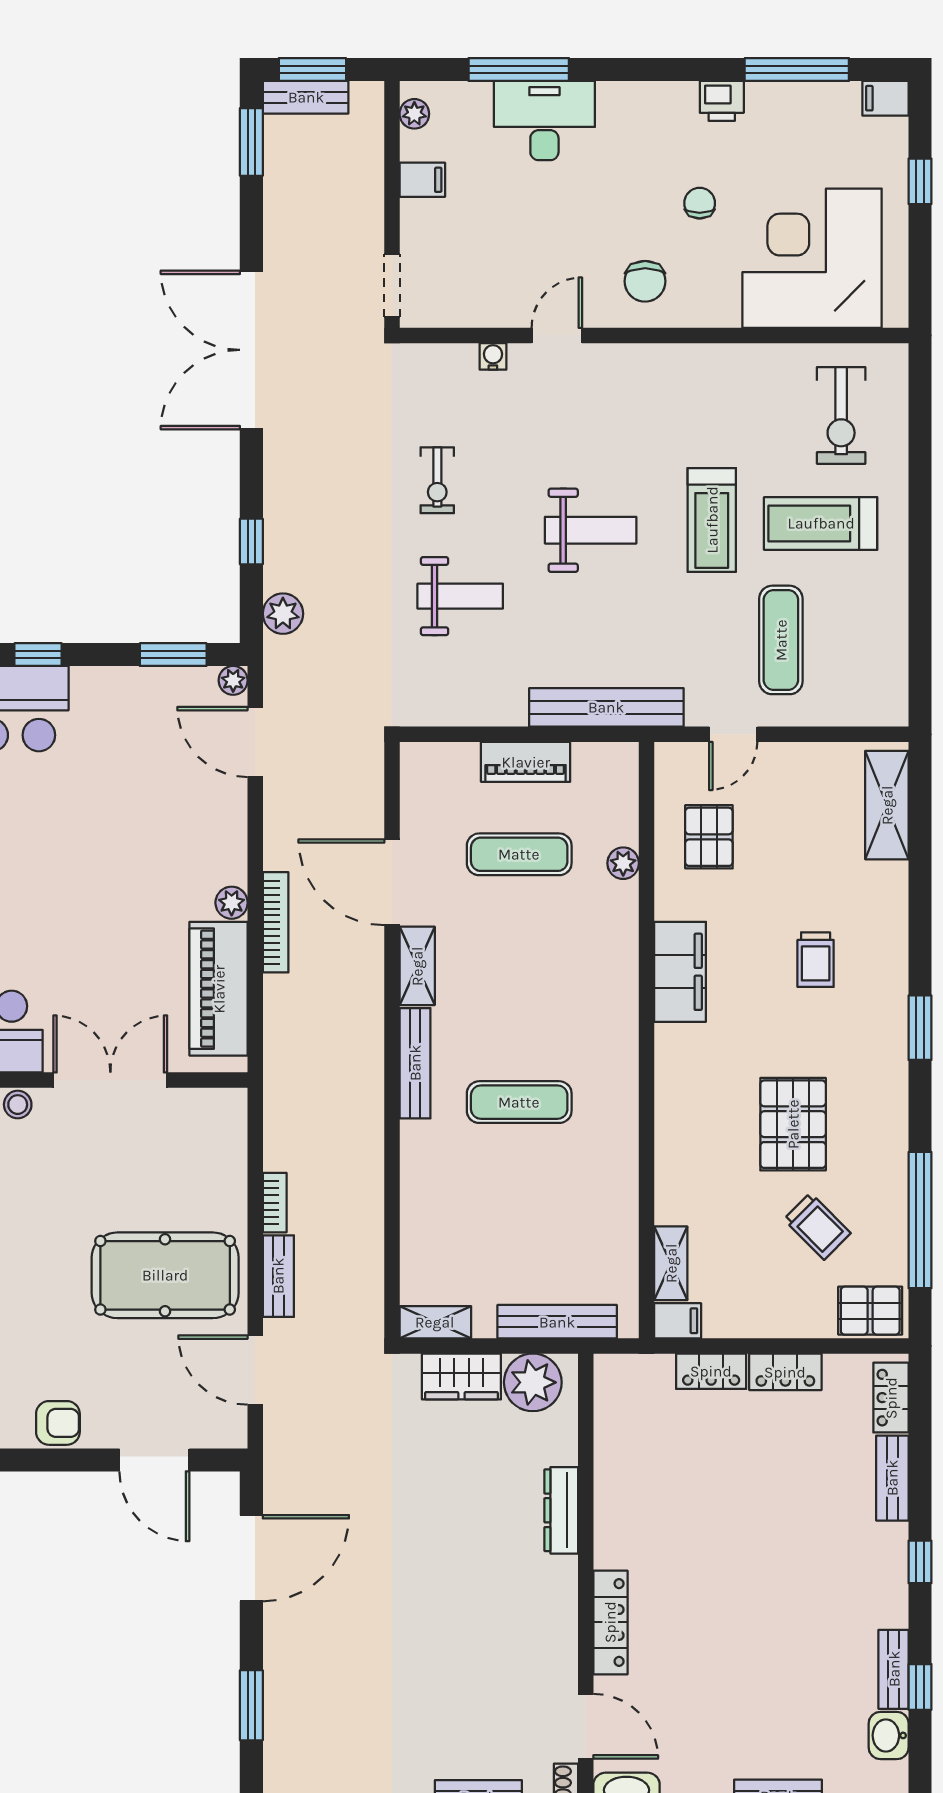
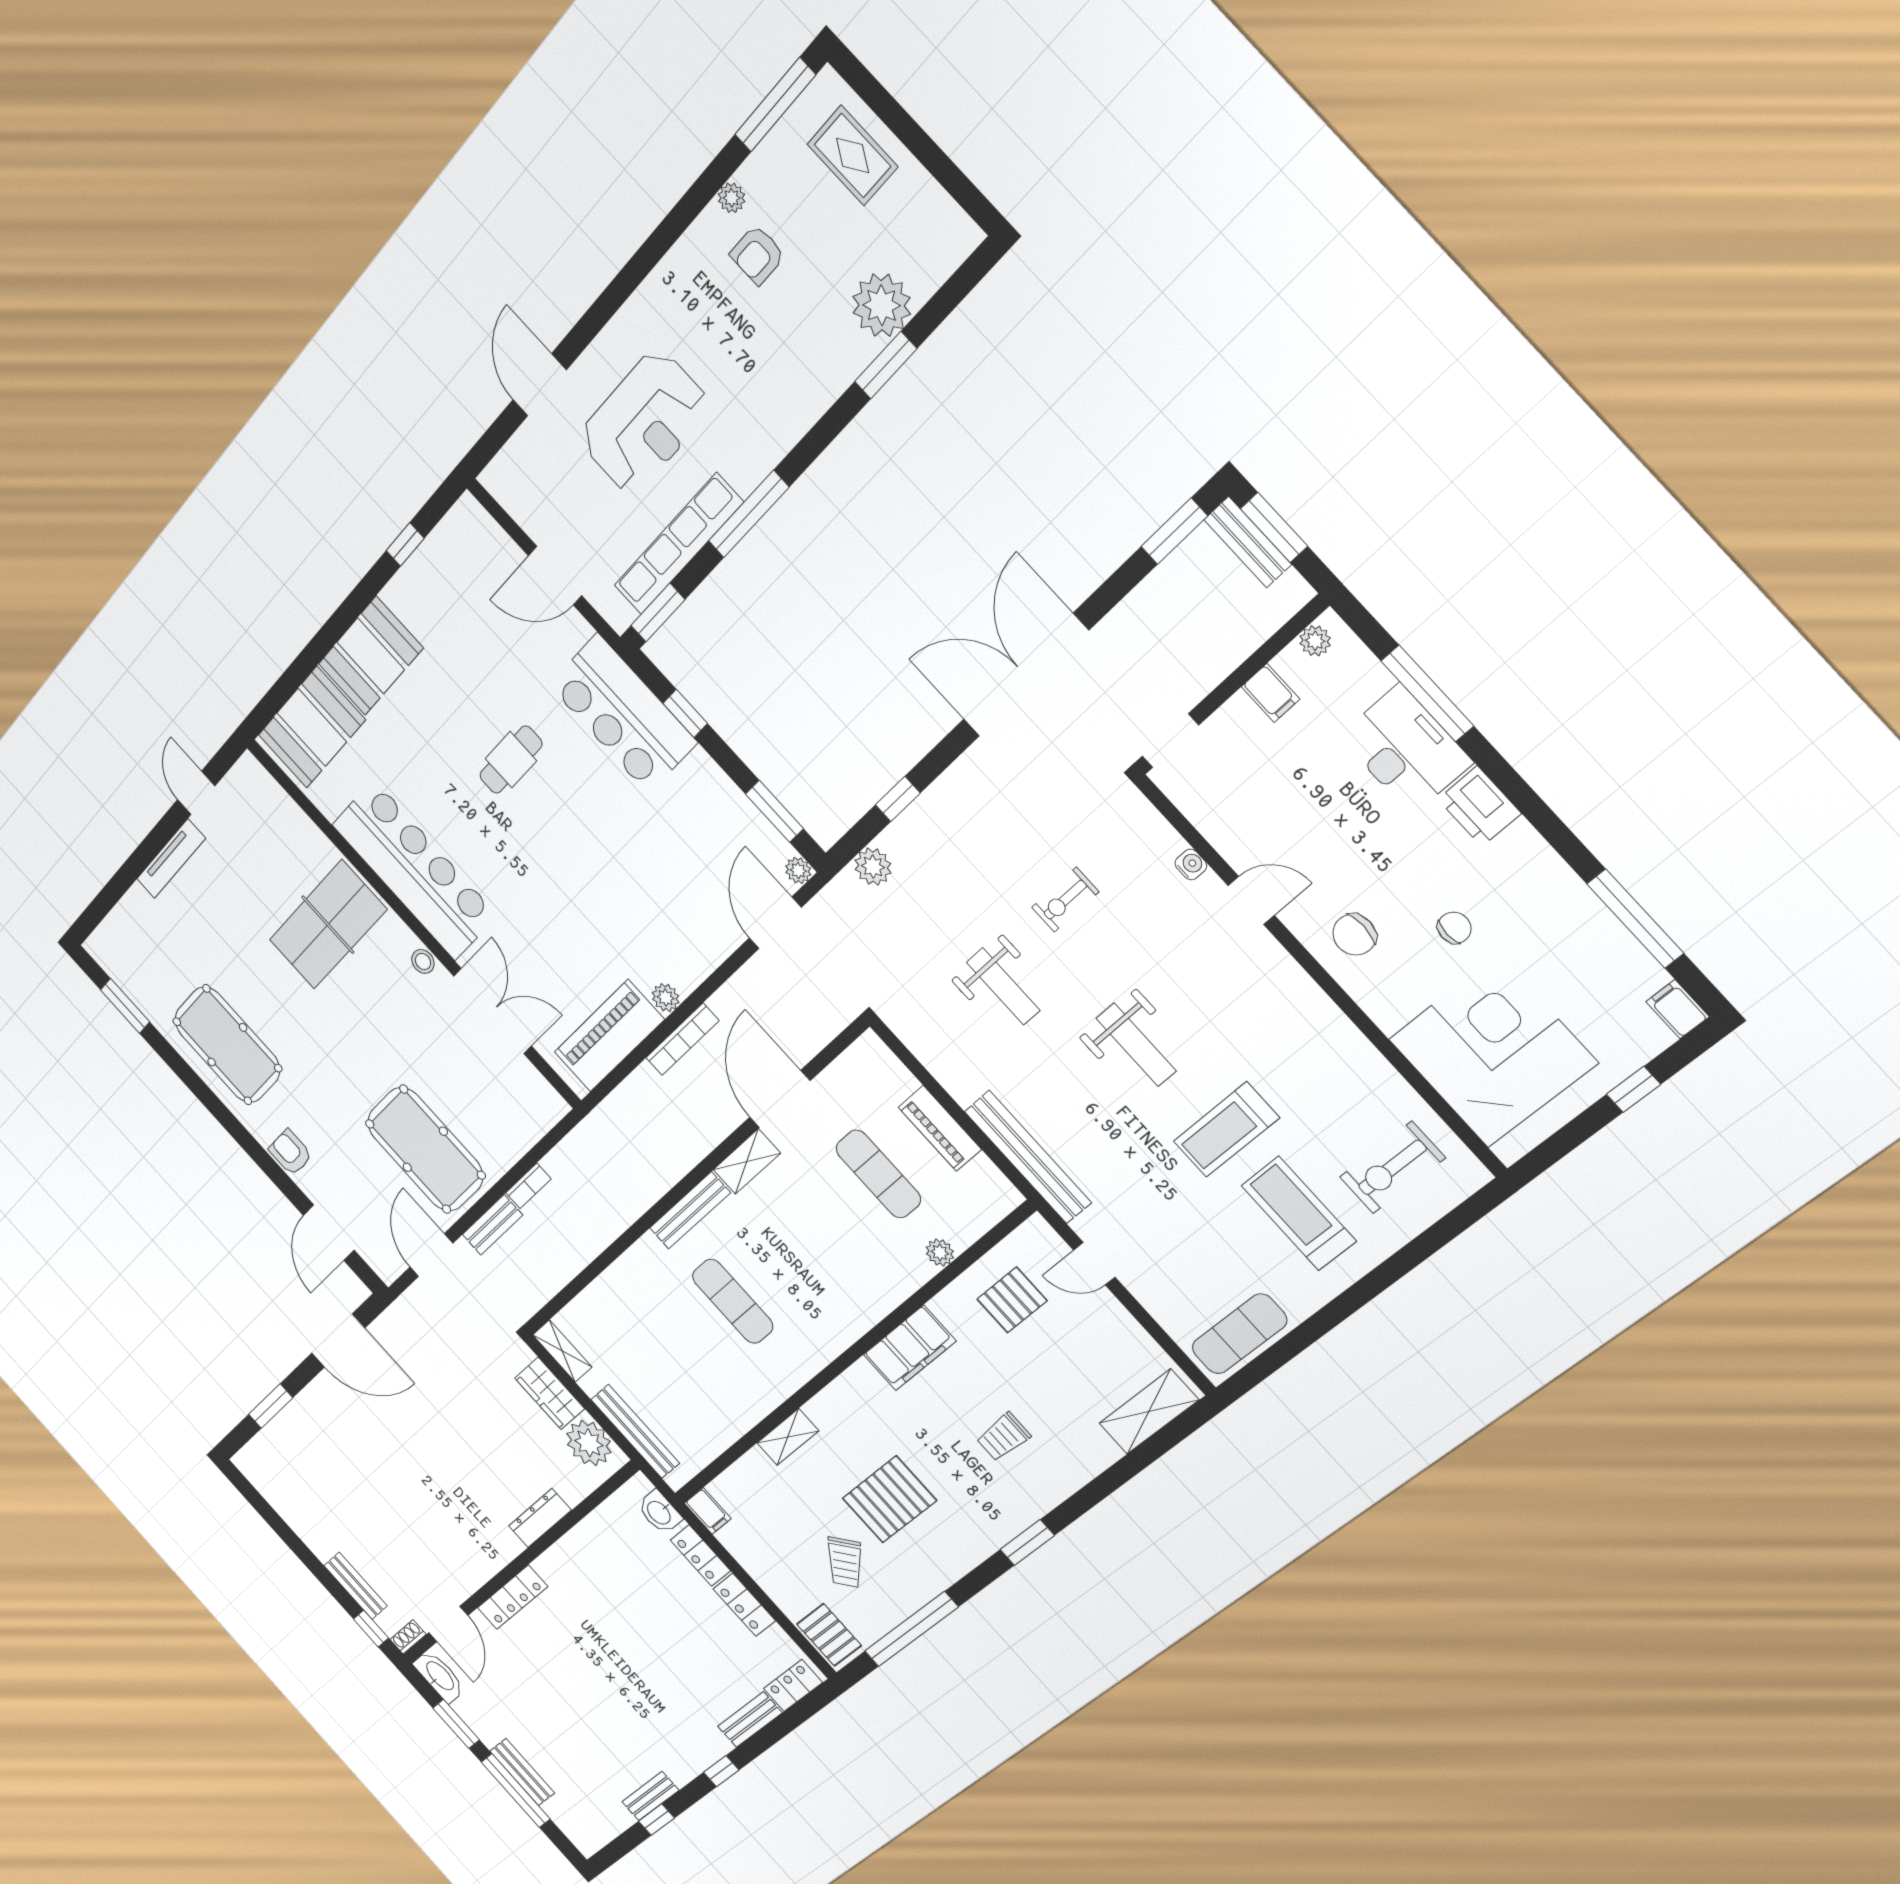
printer: (722, 101) -> (1479, 806), moved, width x1.36, depth x1.24
exercise mat: (781, 640) -> (1239, 1334), moved
shelving: (671, 1263) -> (788, 1437), moved
armchair: (58, 1423) -> (290, 1152), turned 180
washbasin: (889, 1735) -> (659, 1512), moved, turned -90

